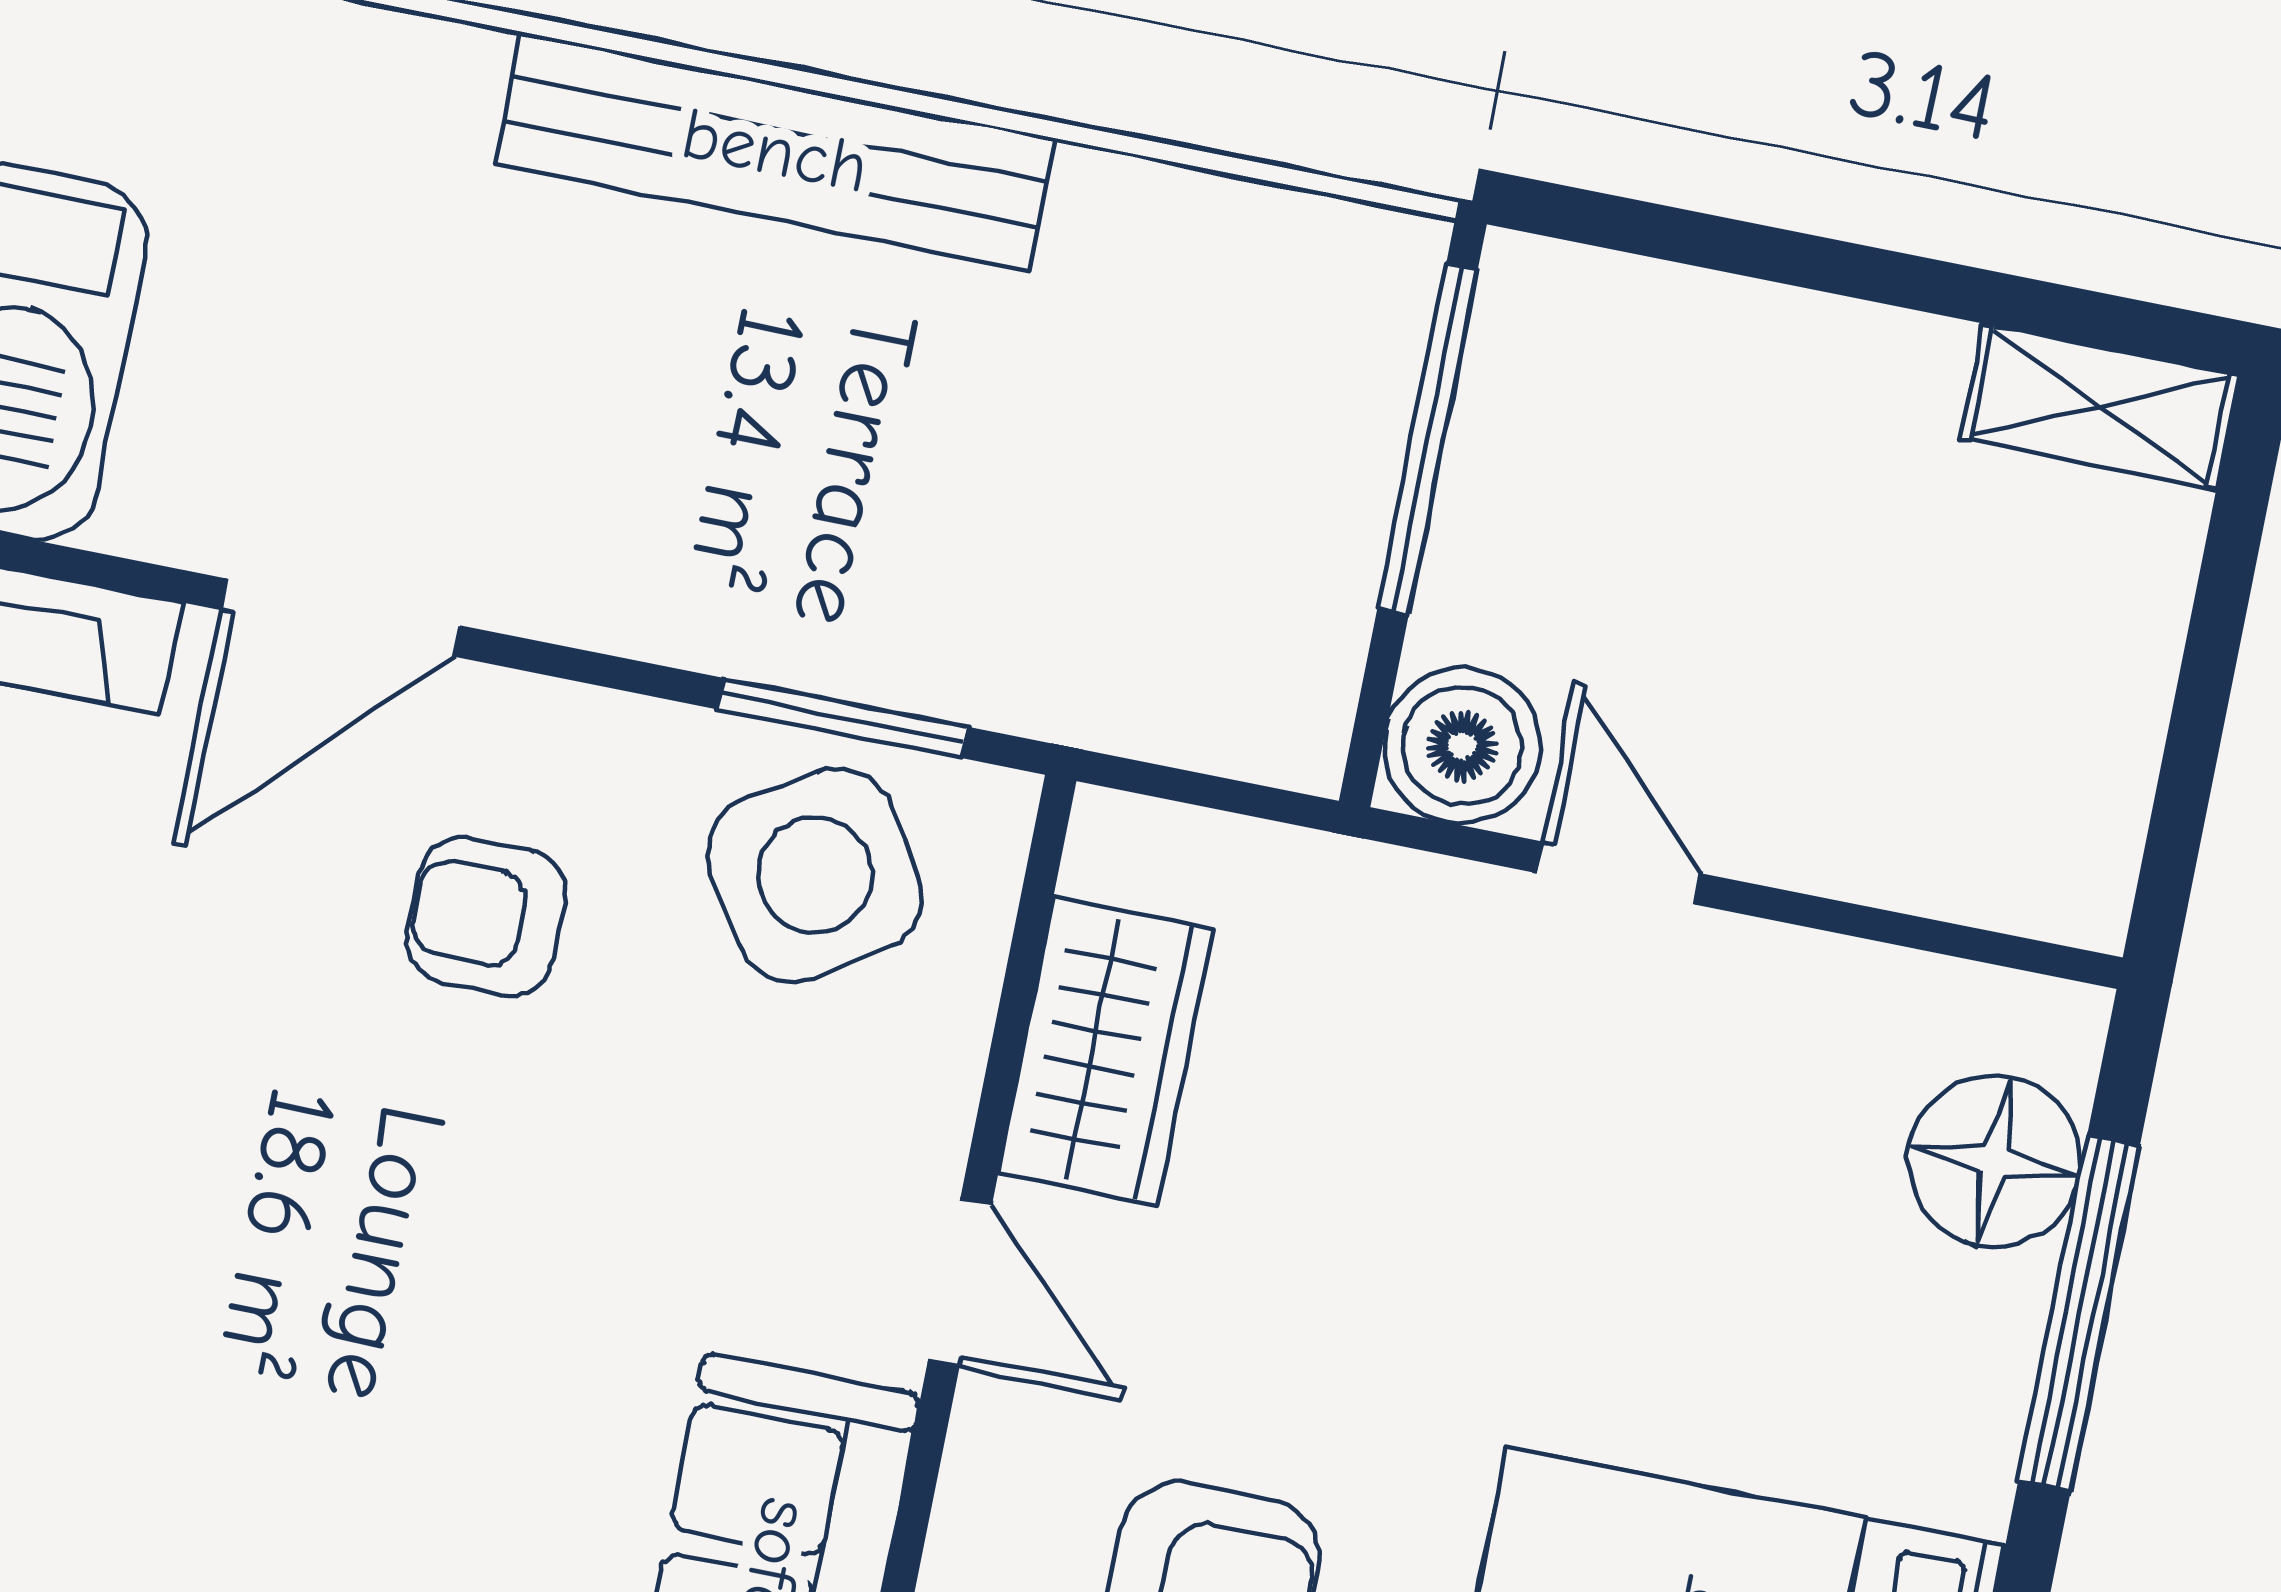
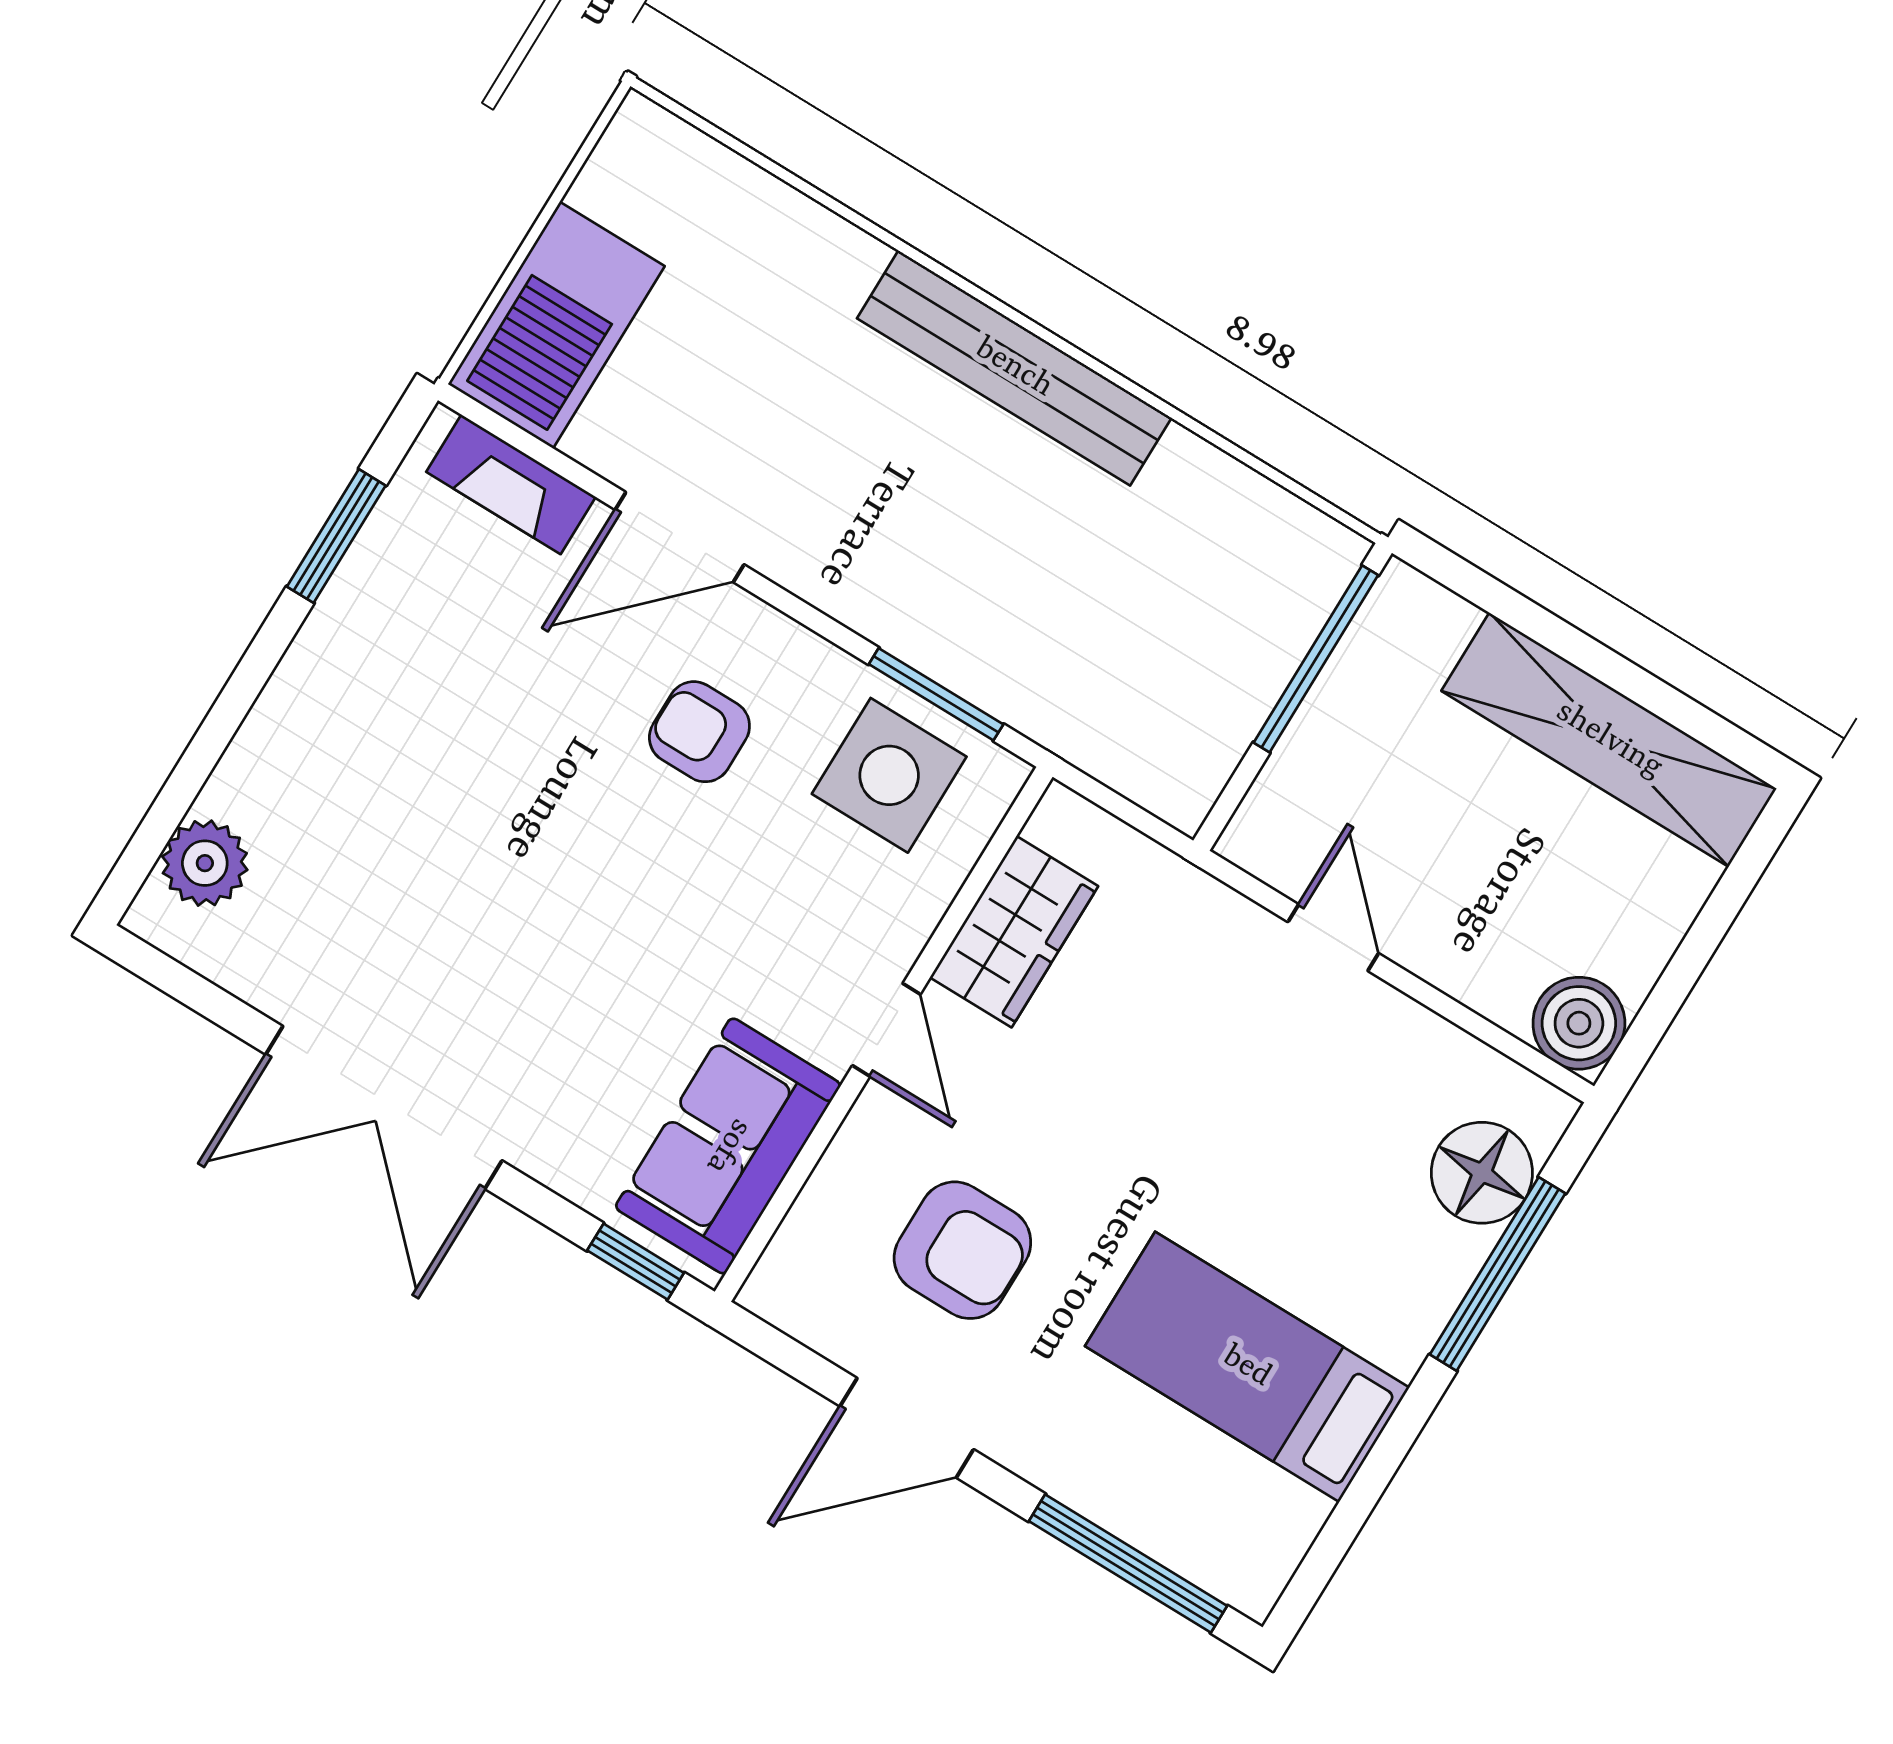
shelving: (2100, 407) -> (1609, 740), width x2.20, depth x1.33
boiler: (1462, 746) -> (1579, 1023), moved
side table: (815, 875) -> (889, 775), turned 32

